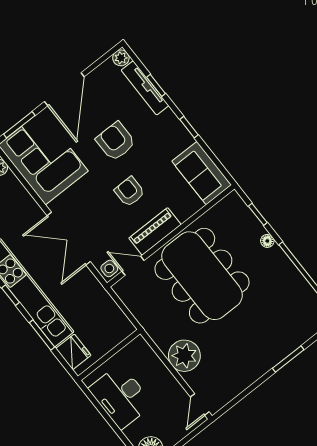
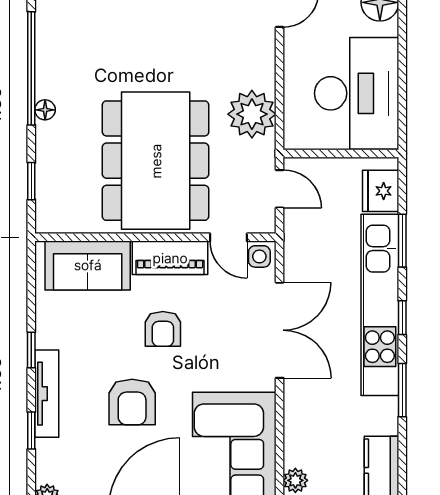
tv unit: (145, 88) -> (47, 394), moved
sofa: (202, 173) -> (88, 265), moved, turned 90
floor lamp: (267, 241) -> (45, 110), moved
door: (126, 312) -> (280, 189), added
plant: (184, 356) -> (252, 114), moved
desk: (121, 396) -> (357, 93), width x1.36, depth x1.30

